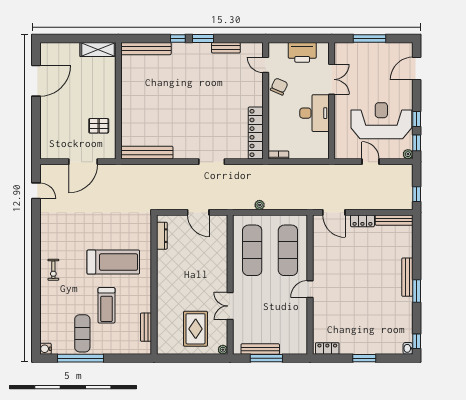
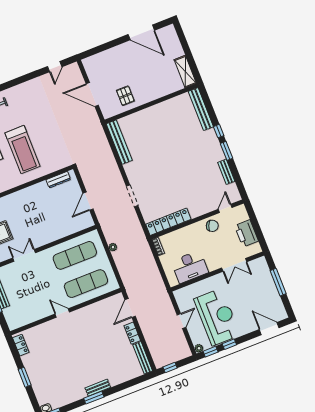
desk: (314, 113) -> (190, 267), moved
bench: (407, 277) -> (98, 388), width x0.73

